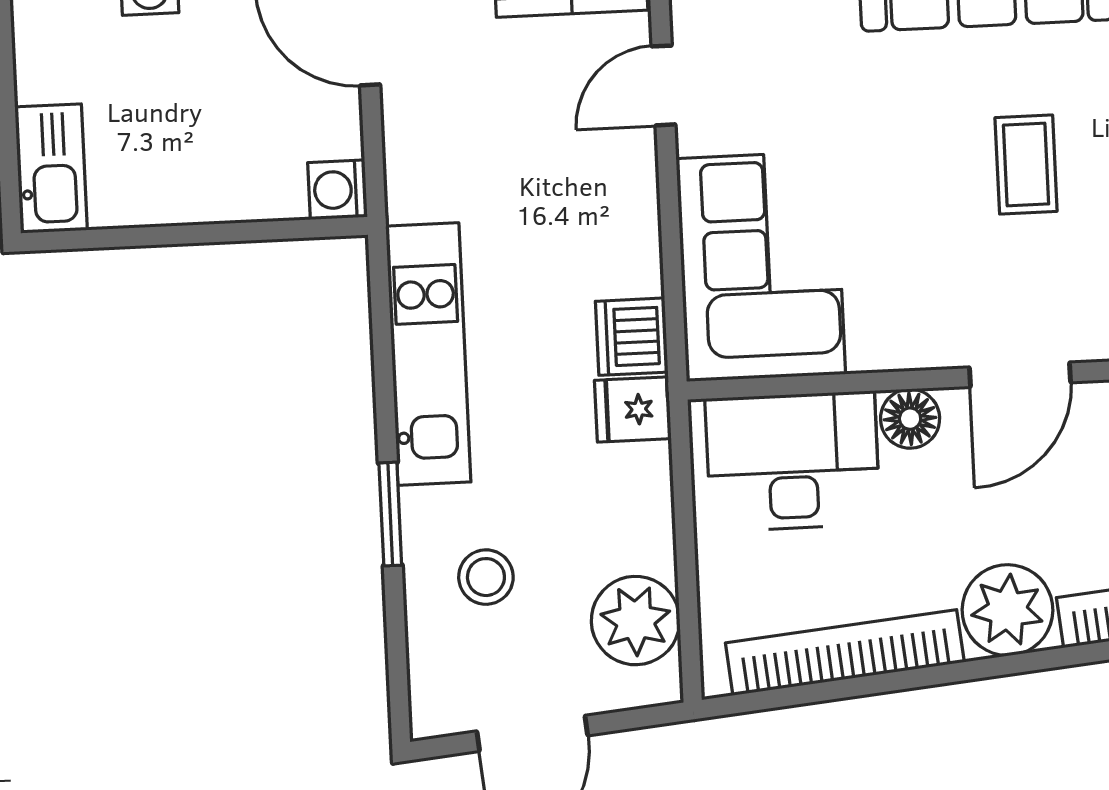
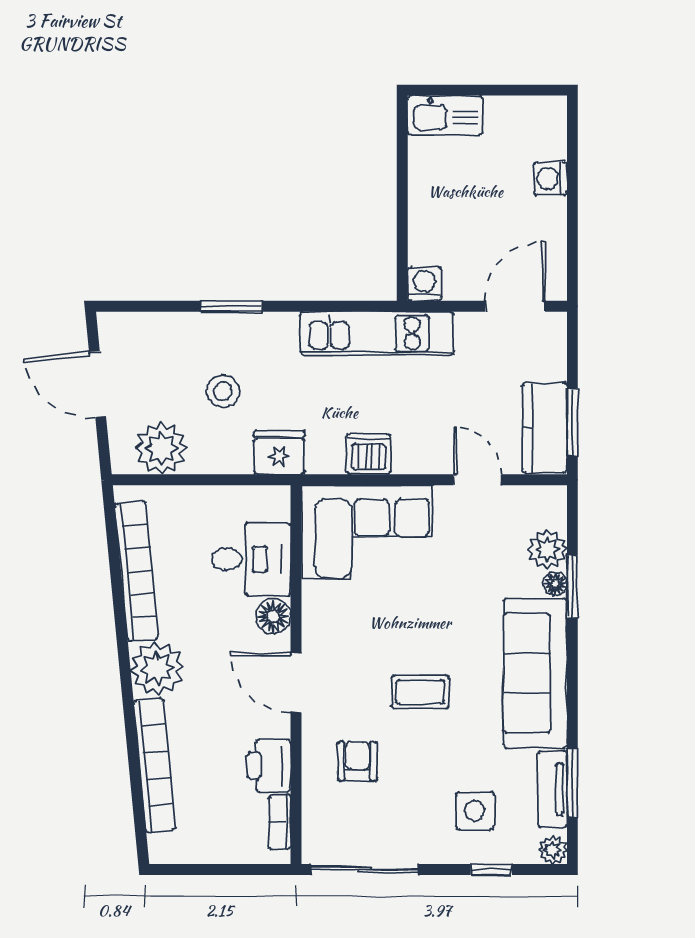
dishwasher: (632, 337) -> (369, 454), moved
kitchen unit: (428, 354) -> (377, 333), moved
fridge: (633, 410) -> (279, 453), width x1.38
desk: (793, 461) -> (251, 559), width x0.73
stool: (486, 577) -> (223, 391), moved

